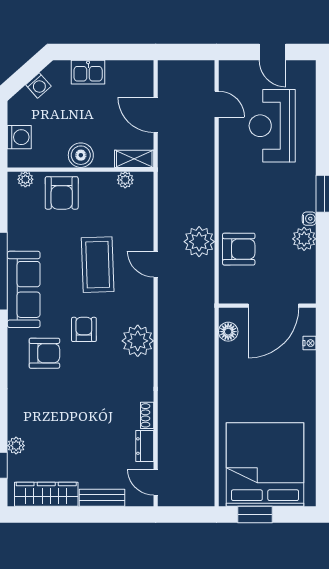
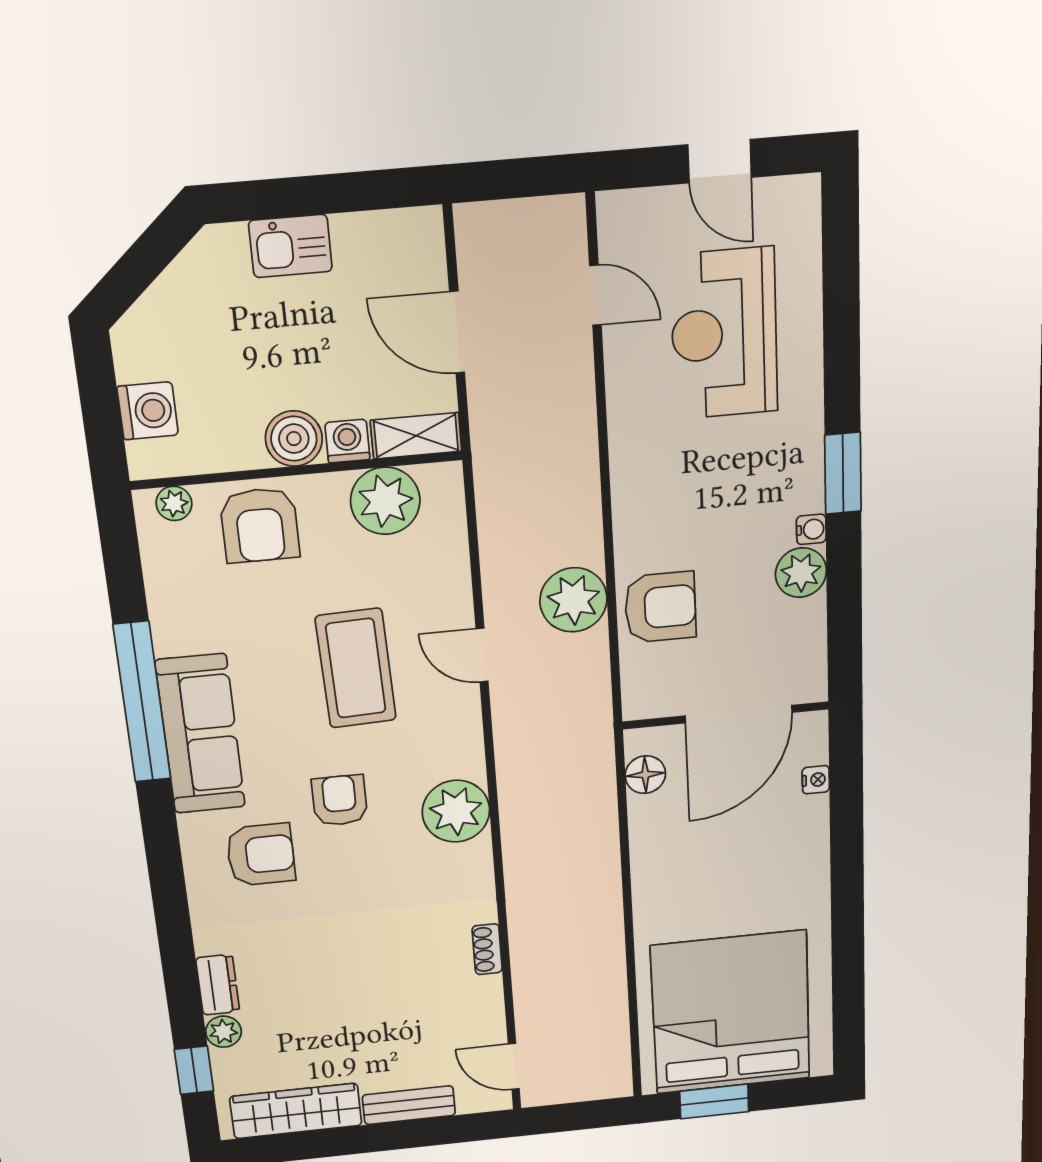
washing machine: (38, 85) -> (347, 441), moved, turned -138
plant: (125, 180) -> (385, 501), width x1.88, depth x1.88
dresser: (145, 446) -> (218, 985), moved, turned 180

